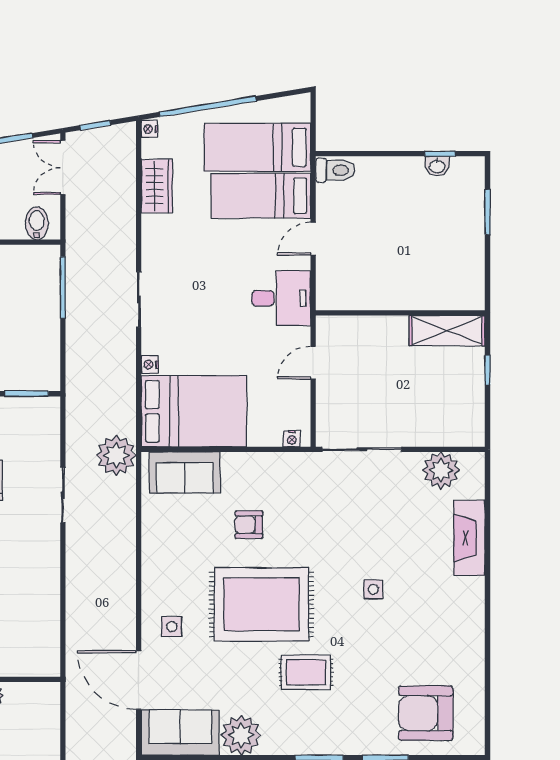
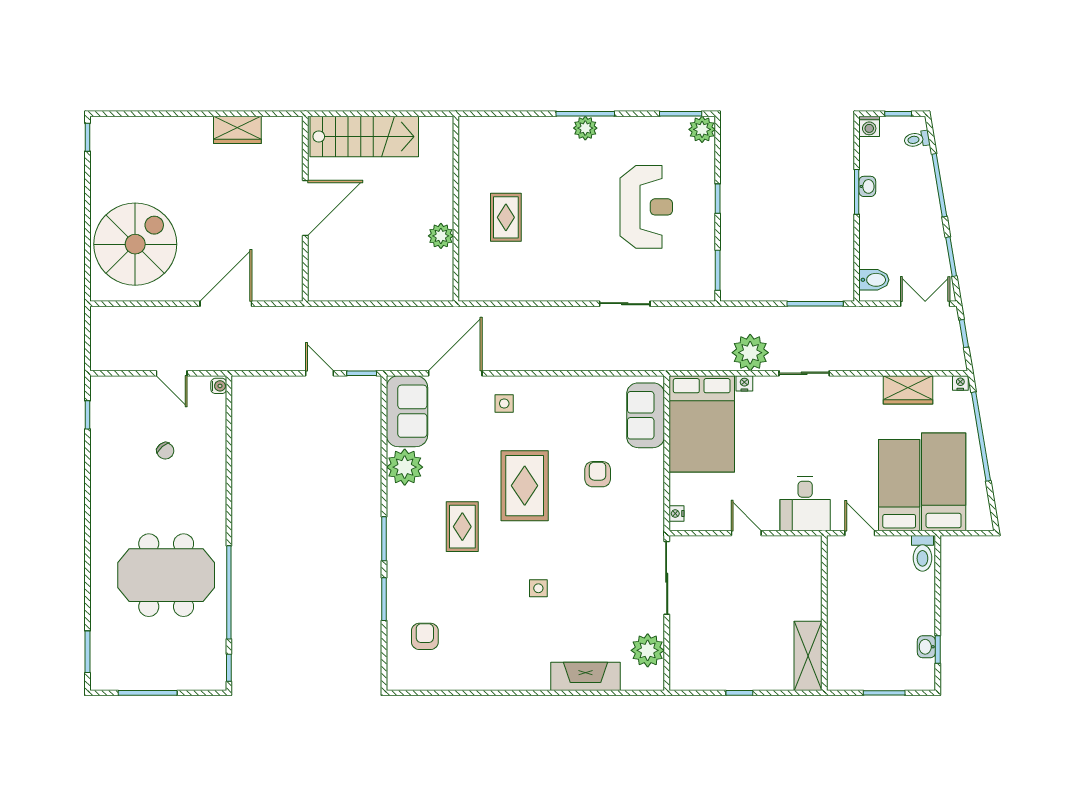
wall: (400, 313) -> (824, 613), moved
shelving: (447, 331) -> (808, 656), moved
plant: (116, 455) -> (750, 353), moved
rug: (261, 604) -> (525, 486), width x0.73, depth x0.69
armchair: (426, 713) -> (425, 636), width x0.53, depth x0.53

